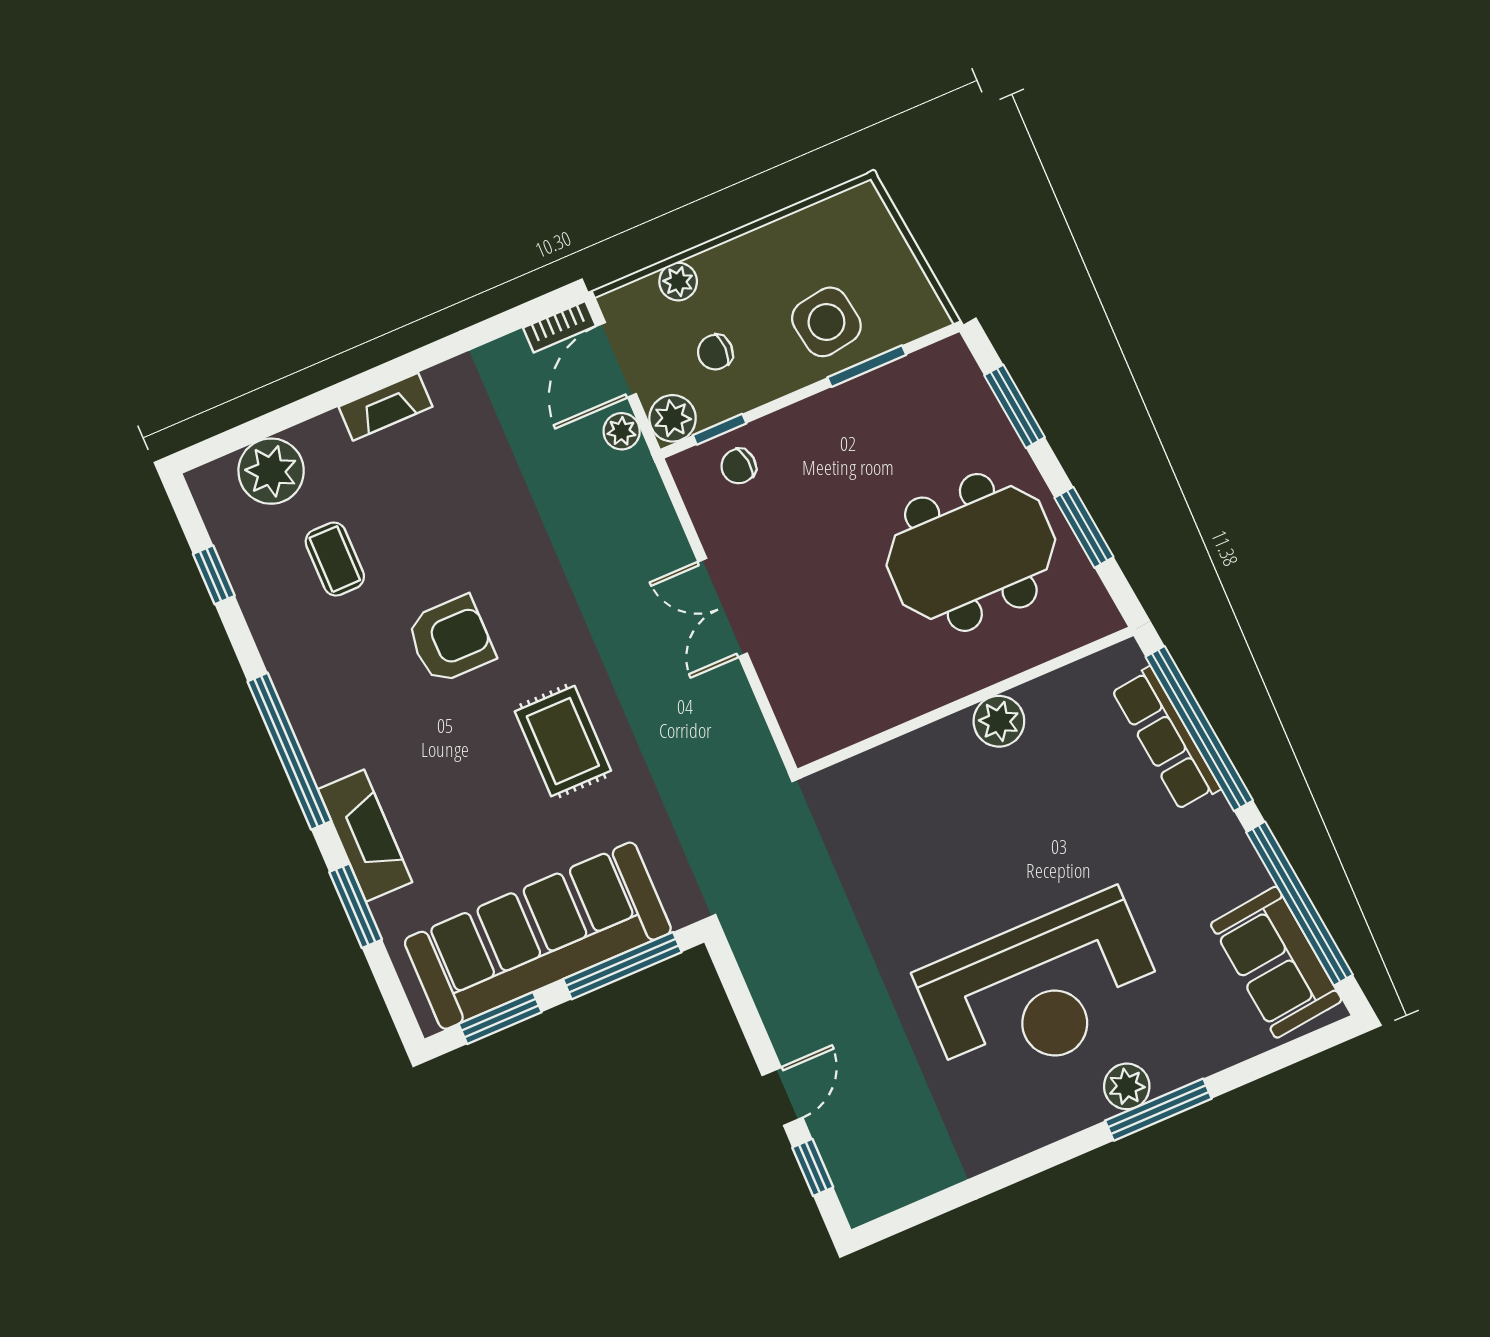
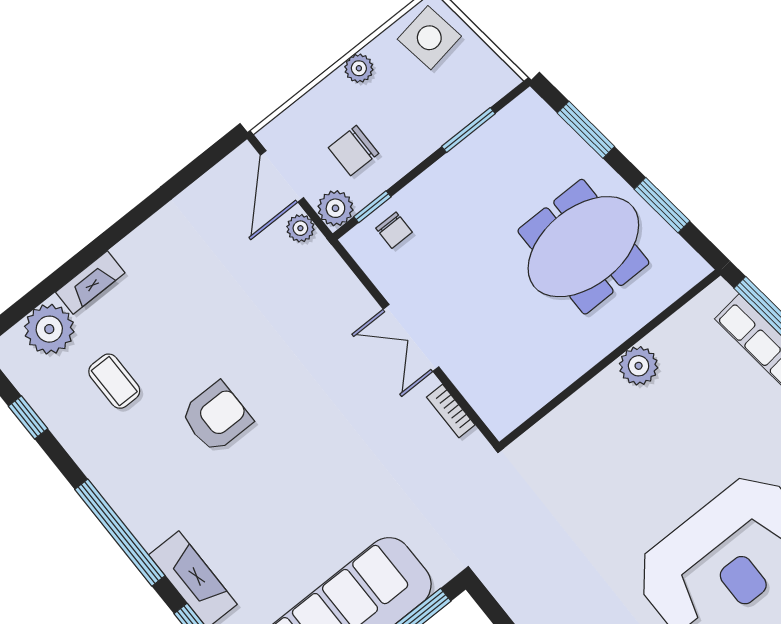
plant: (678, 282) -> (359, 68), moved
side table: (826, 322) -> (429, 38), moved
bookcase: (560, 327) -> (451, 411), moved, turned 90
chair: (715, 352) -> (354, 151), width x1.37, depth x1.37
fireplace: (385, 407) -> (90, 282), moved
chair: (739, 466) -> (394, 230), turned -83
rug: (563, 741) -> (320, 469), removed

